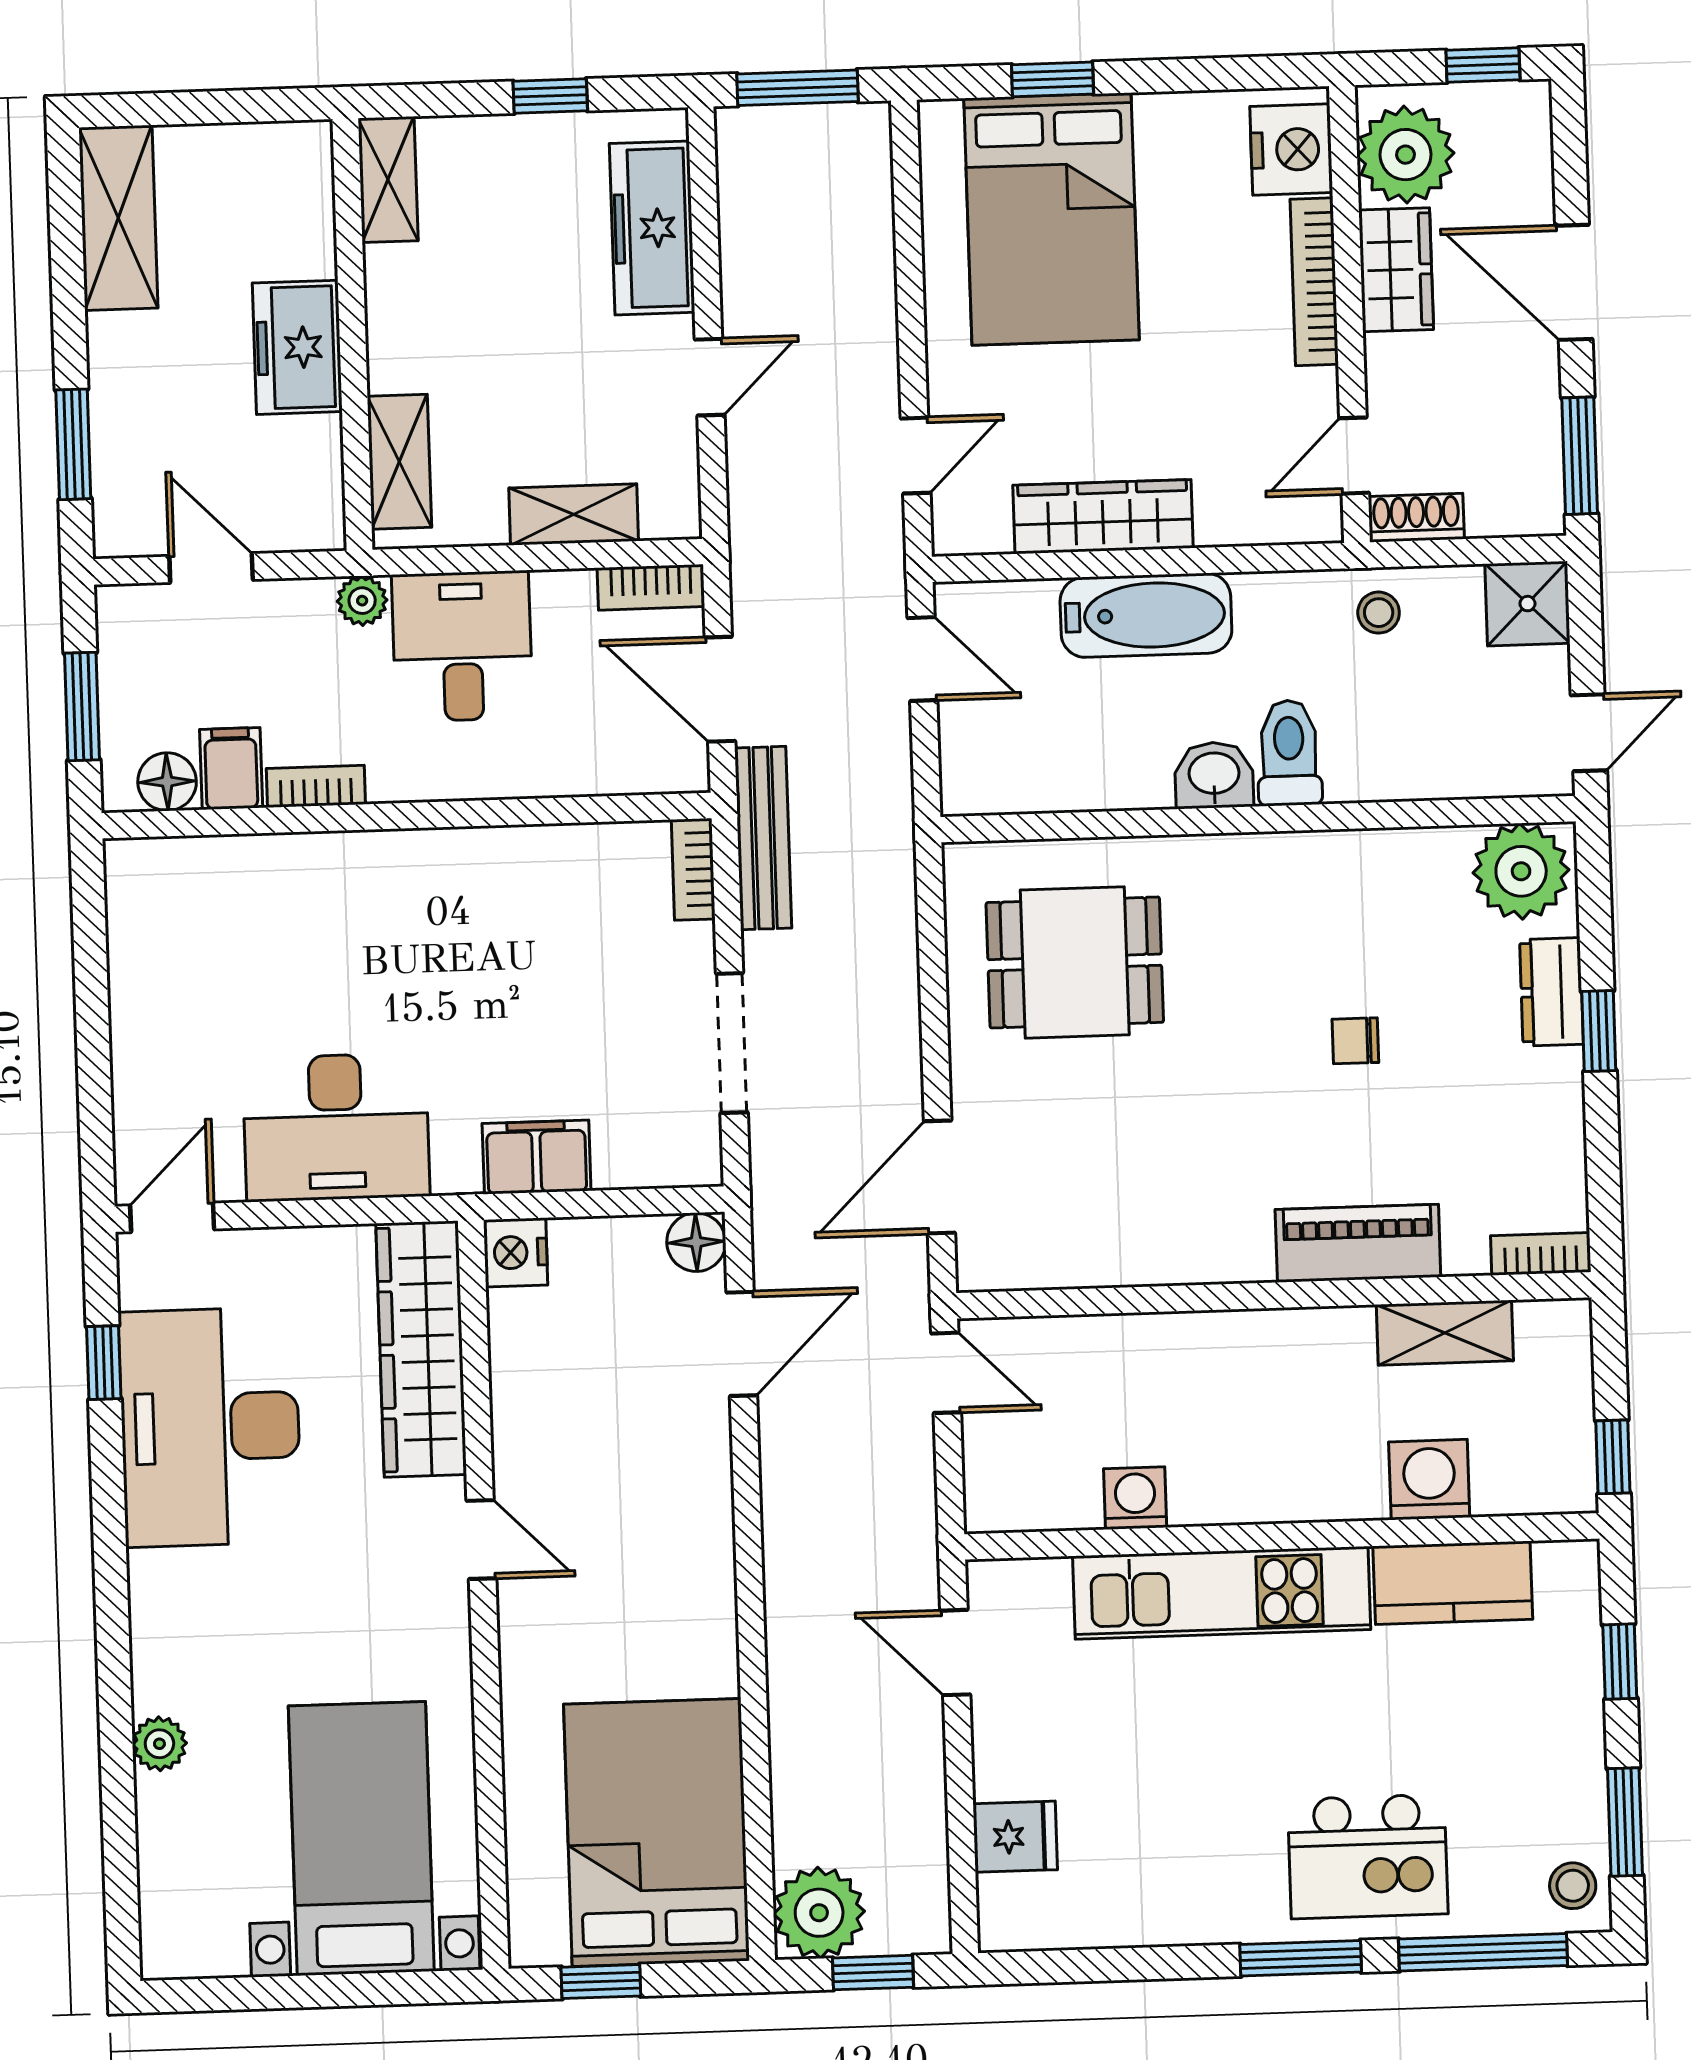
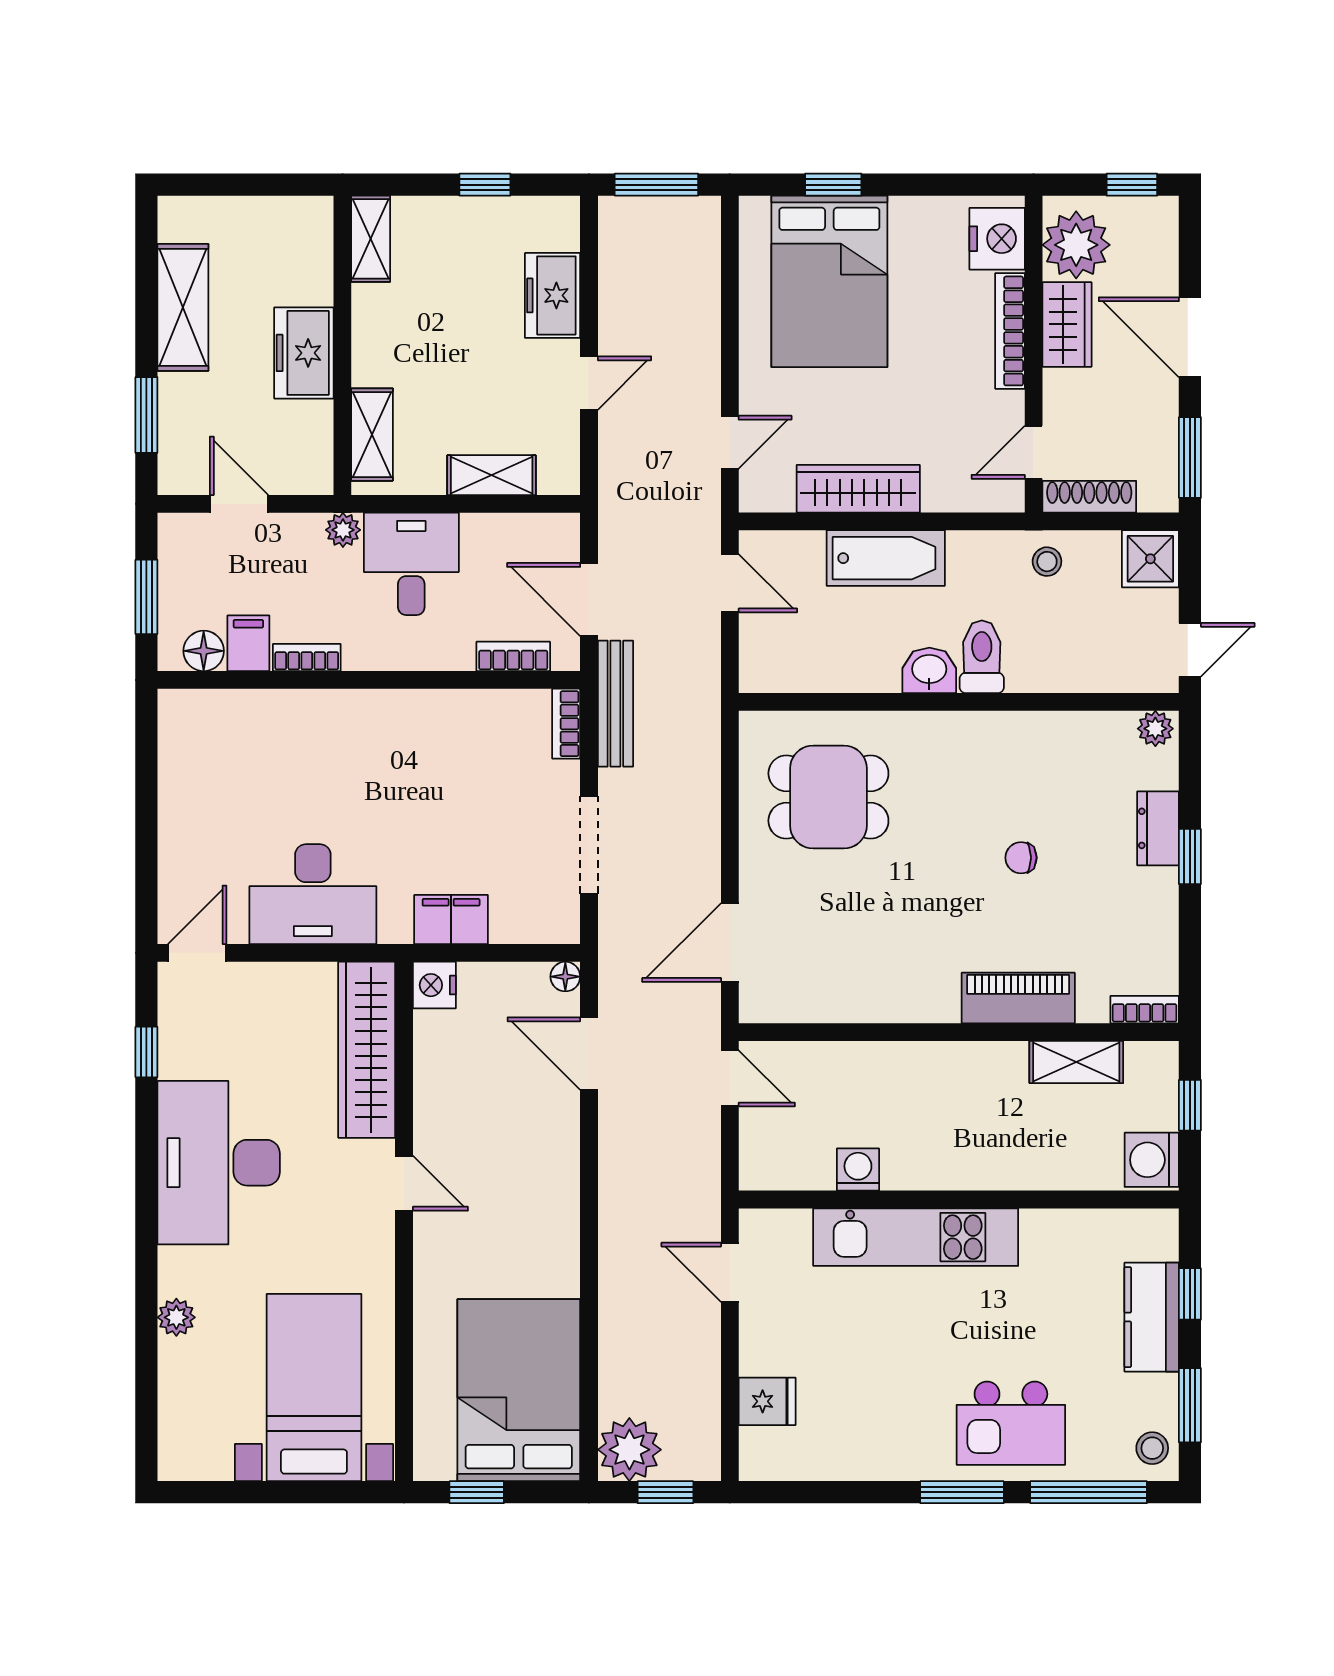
shelving: (118, 218) -> (183, 307), moved
freezer: (652, 228) -> (553, 295), width x0.71
shoe rack: (1416, 518) -> (1089, 497), width x1.43
bookcase: (651, 587) -> (513, 656), moved, turned 180
plant: (1521, 871) -> (1155, 729), width x0.53, depth x0.53
floor lamp: (696, 1242) -> (565, 977), width x0.73, depth x0.73
door: (742, 1344) -> (589, 1054), swing flipped
desk: (210, 1427) -> (219, 1163), moved
window: (1613, 1457) -> (1190, 1105), moved
washing machine: (1429, 1480) -> (1152, 1160), moved, turned -90
kitchen counter: (1453, 1583) -> (1152, 1317), moved, turned 90

